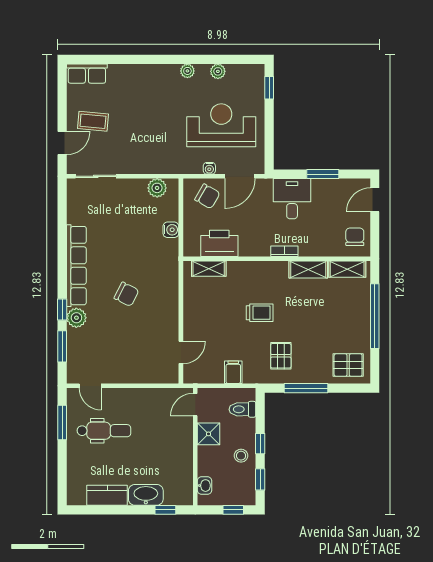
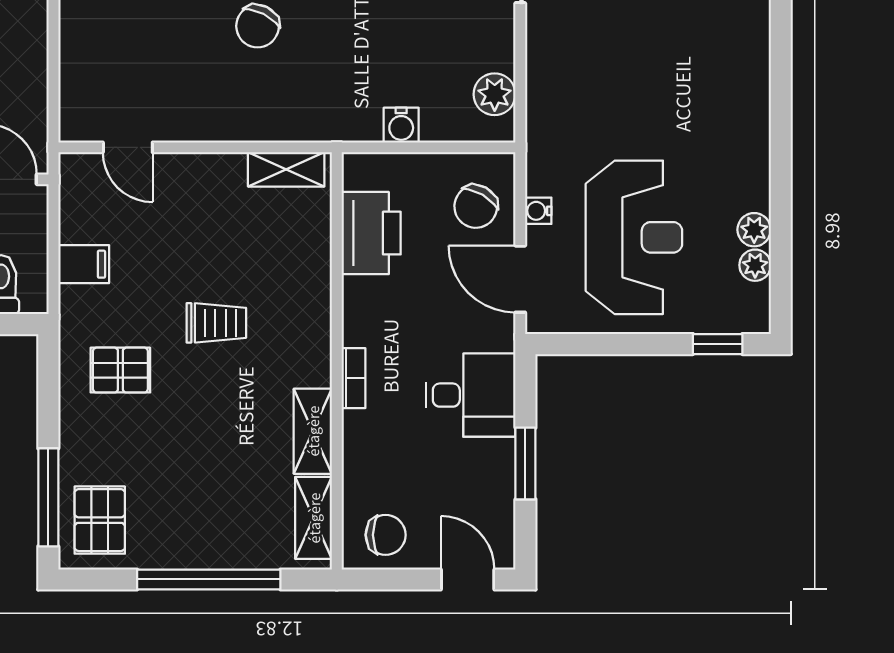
plant: (187, 71) -> (755, 265), moved
shelving: (209, 269) -> (286, 169), moved, turned 90
trolley: (260, 313) -> (216, 323), turned -90
window: (306, 388) -> (48, 497), moved

